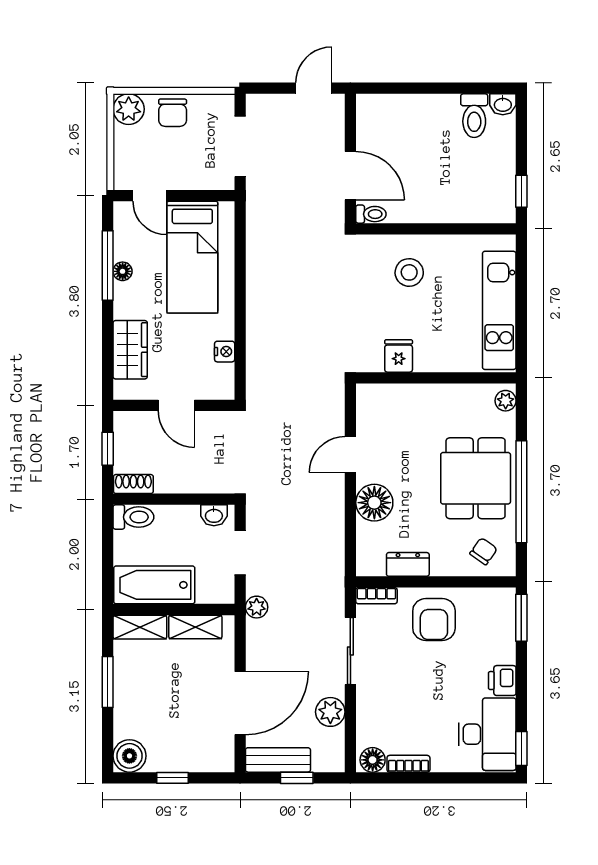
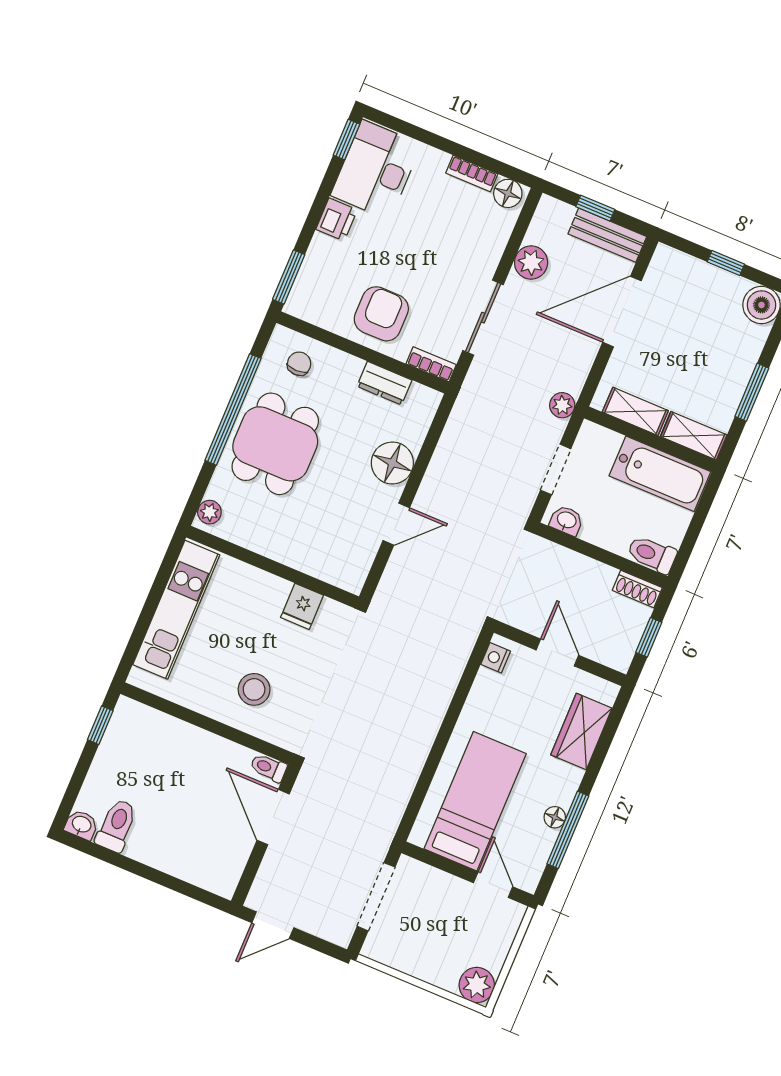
chair: (173, 113) -> (432, 962), removed
nightstand: (225, 352) -> (496, 658), moved
chair: (484, 551) -> (299, 364), turned 145

